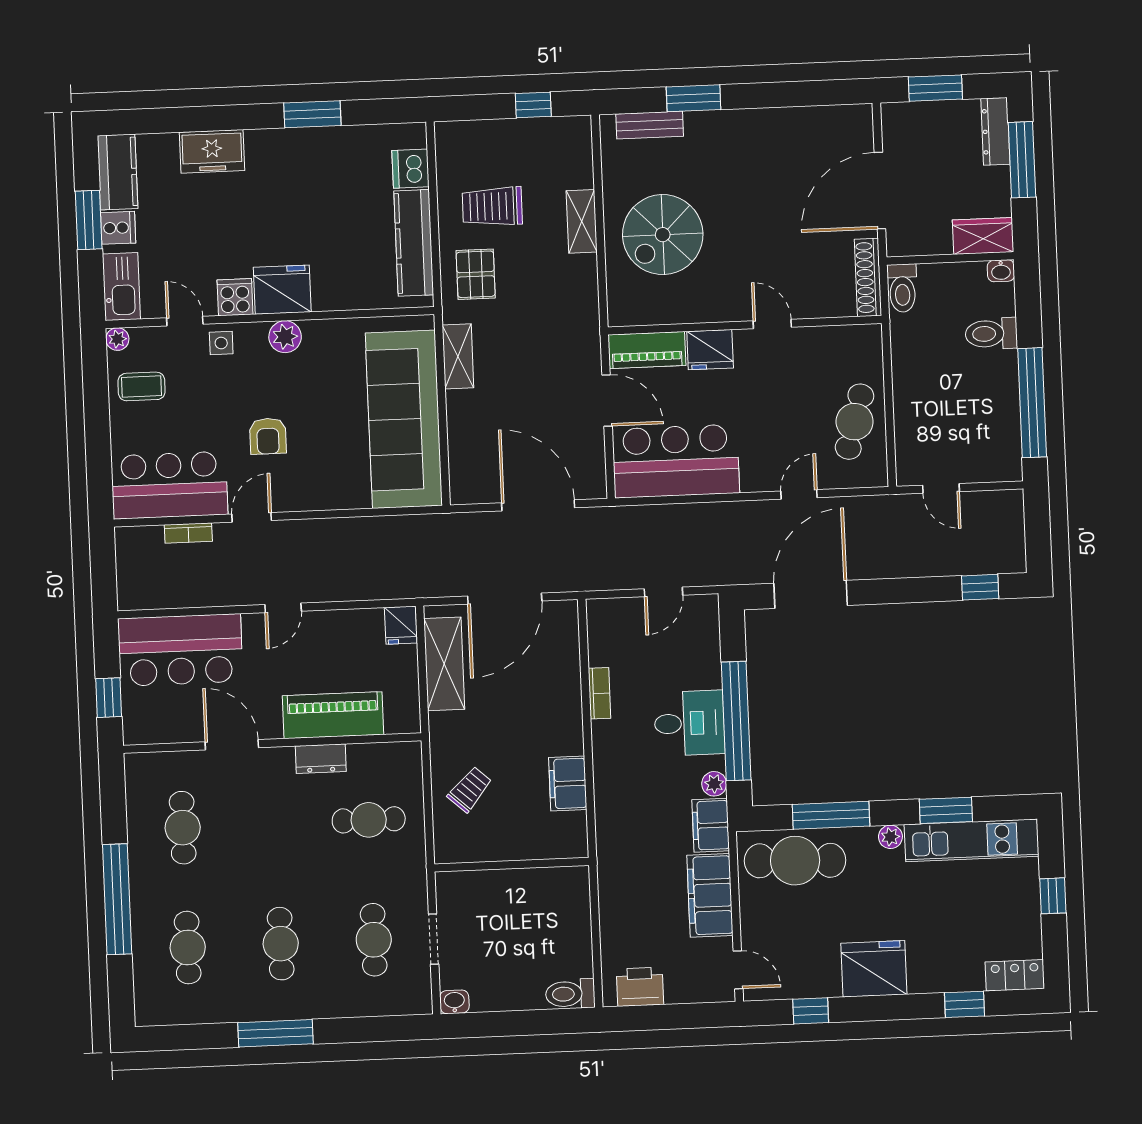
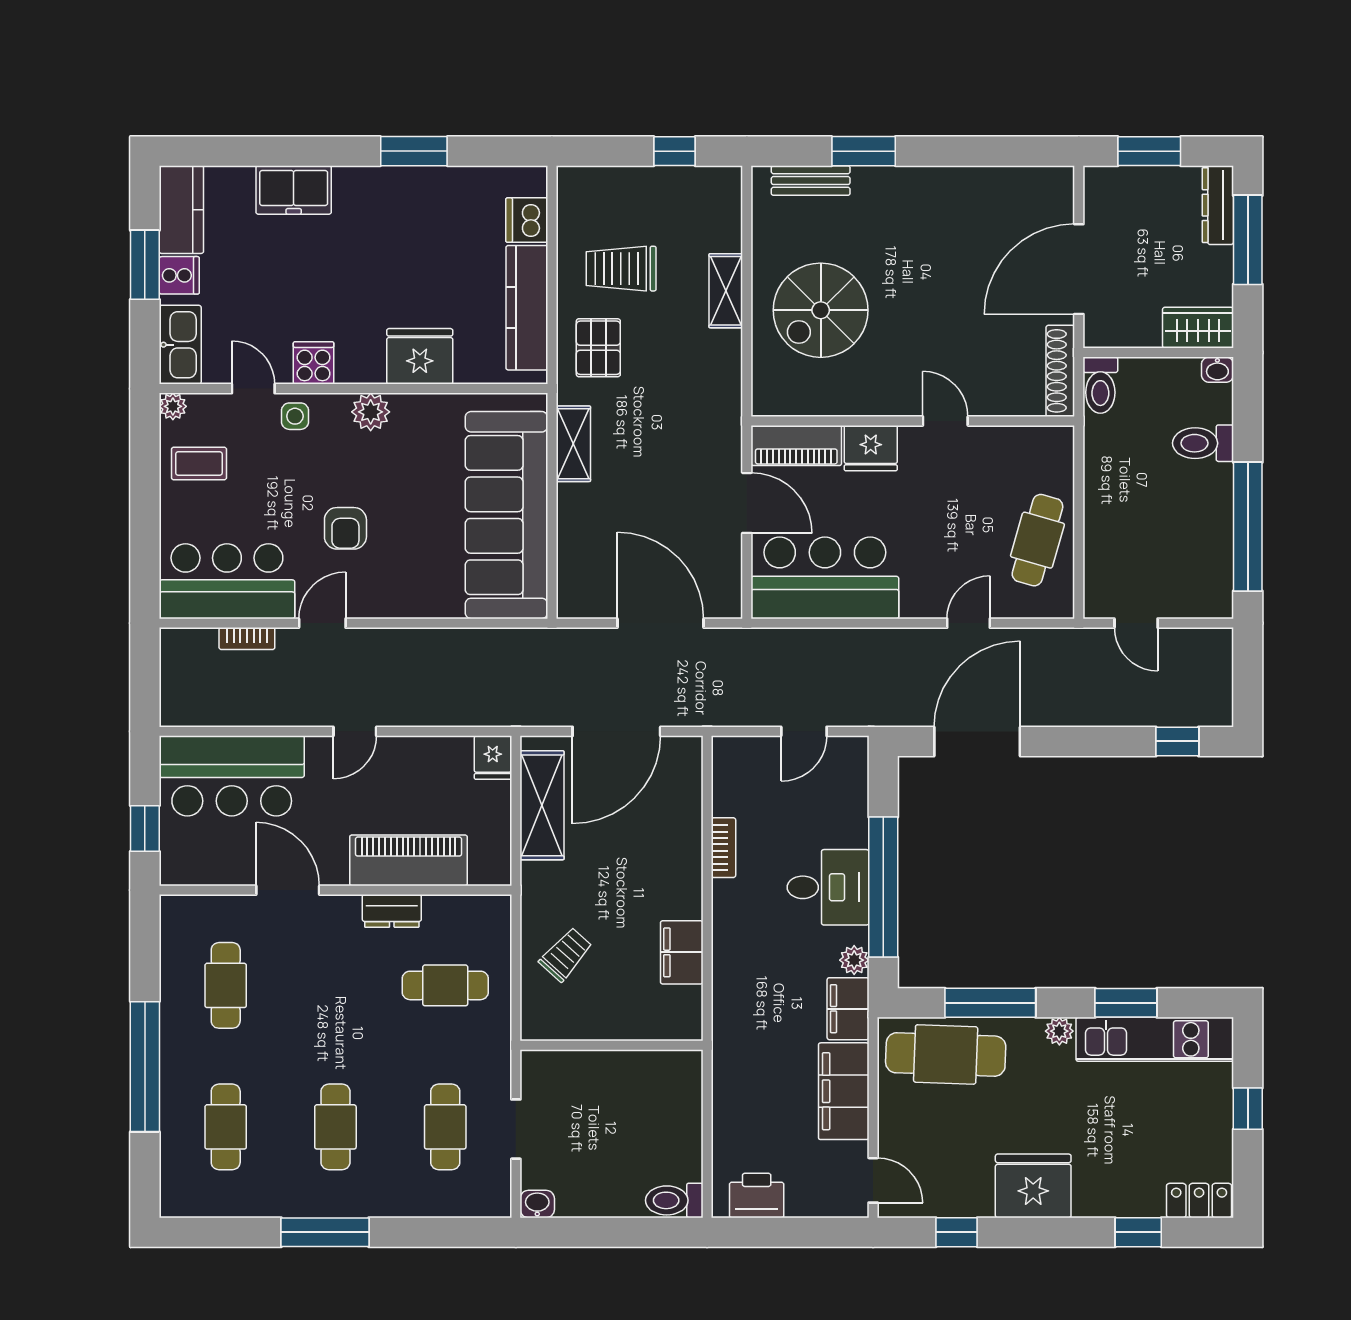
fridge: (282, 290) -> (420, 356), moved

